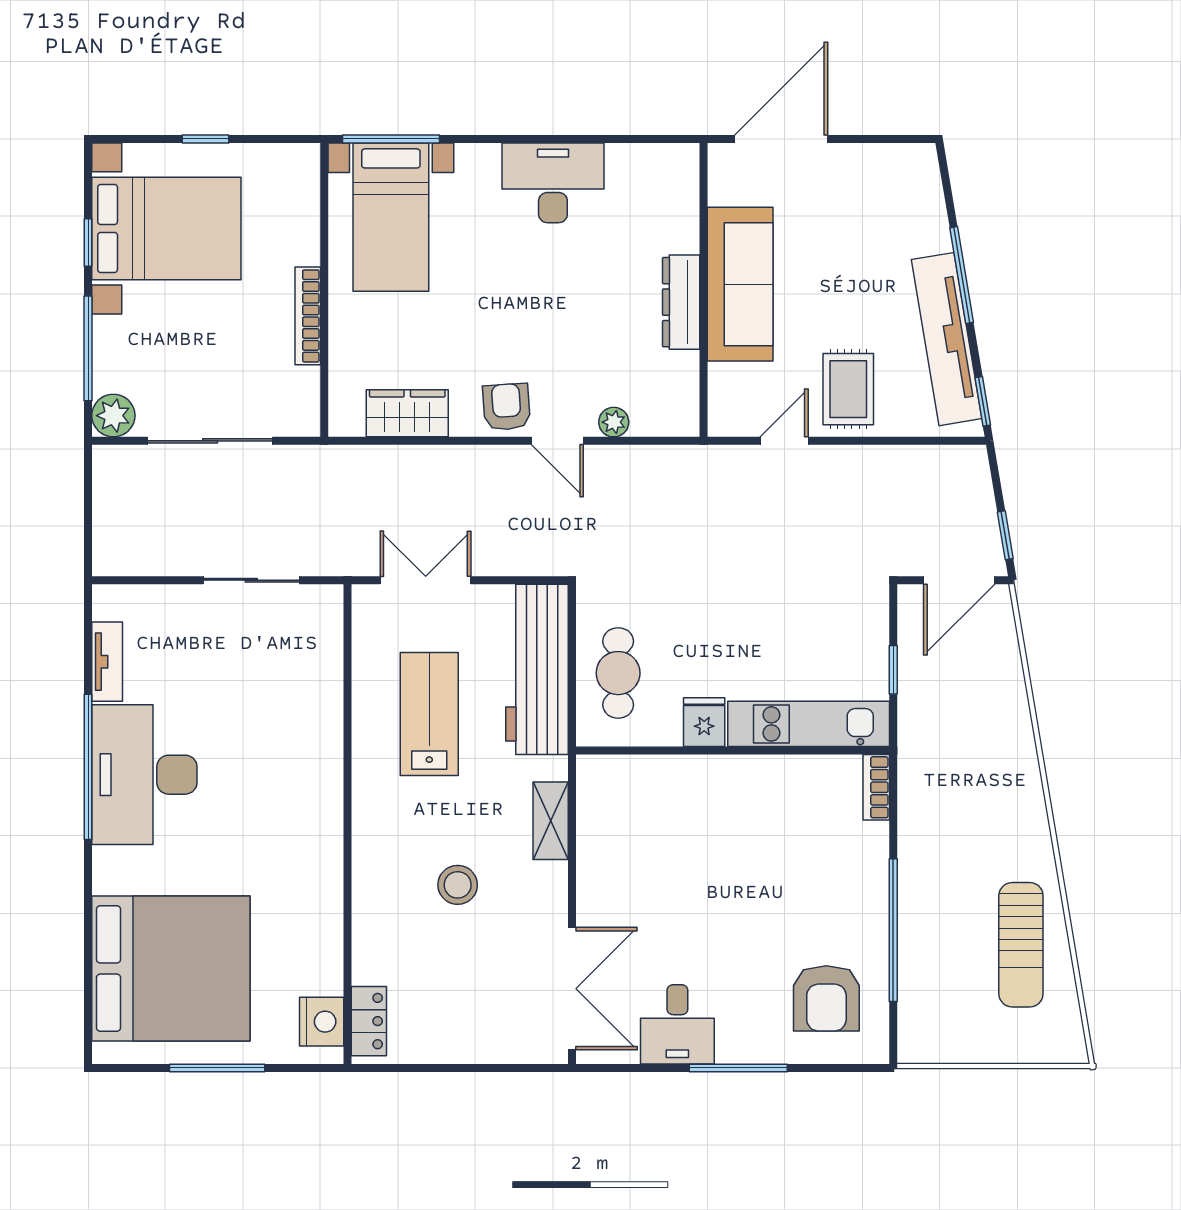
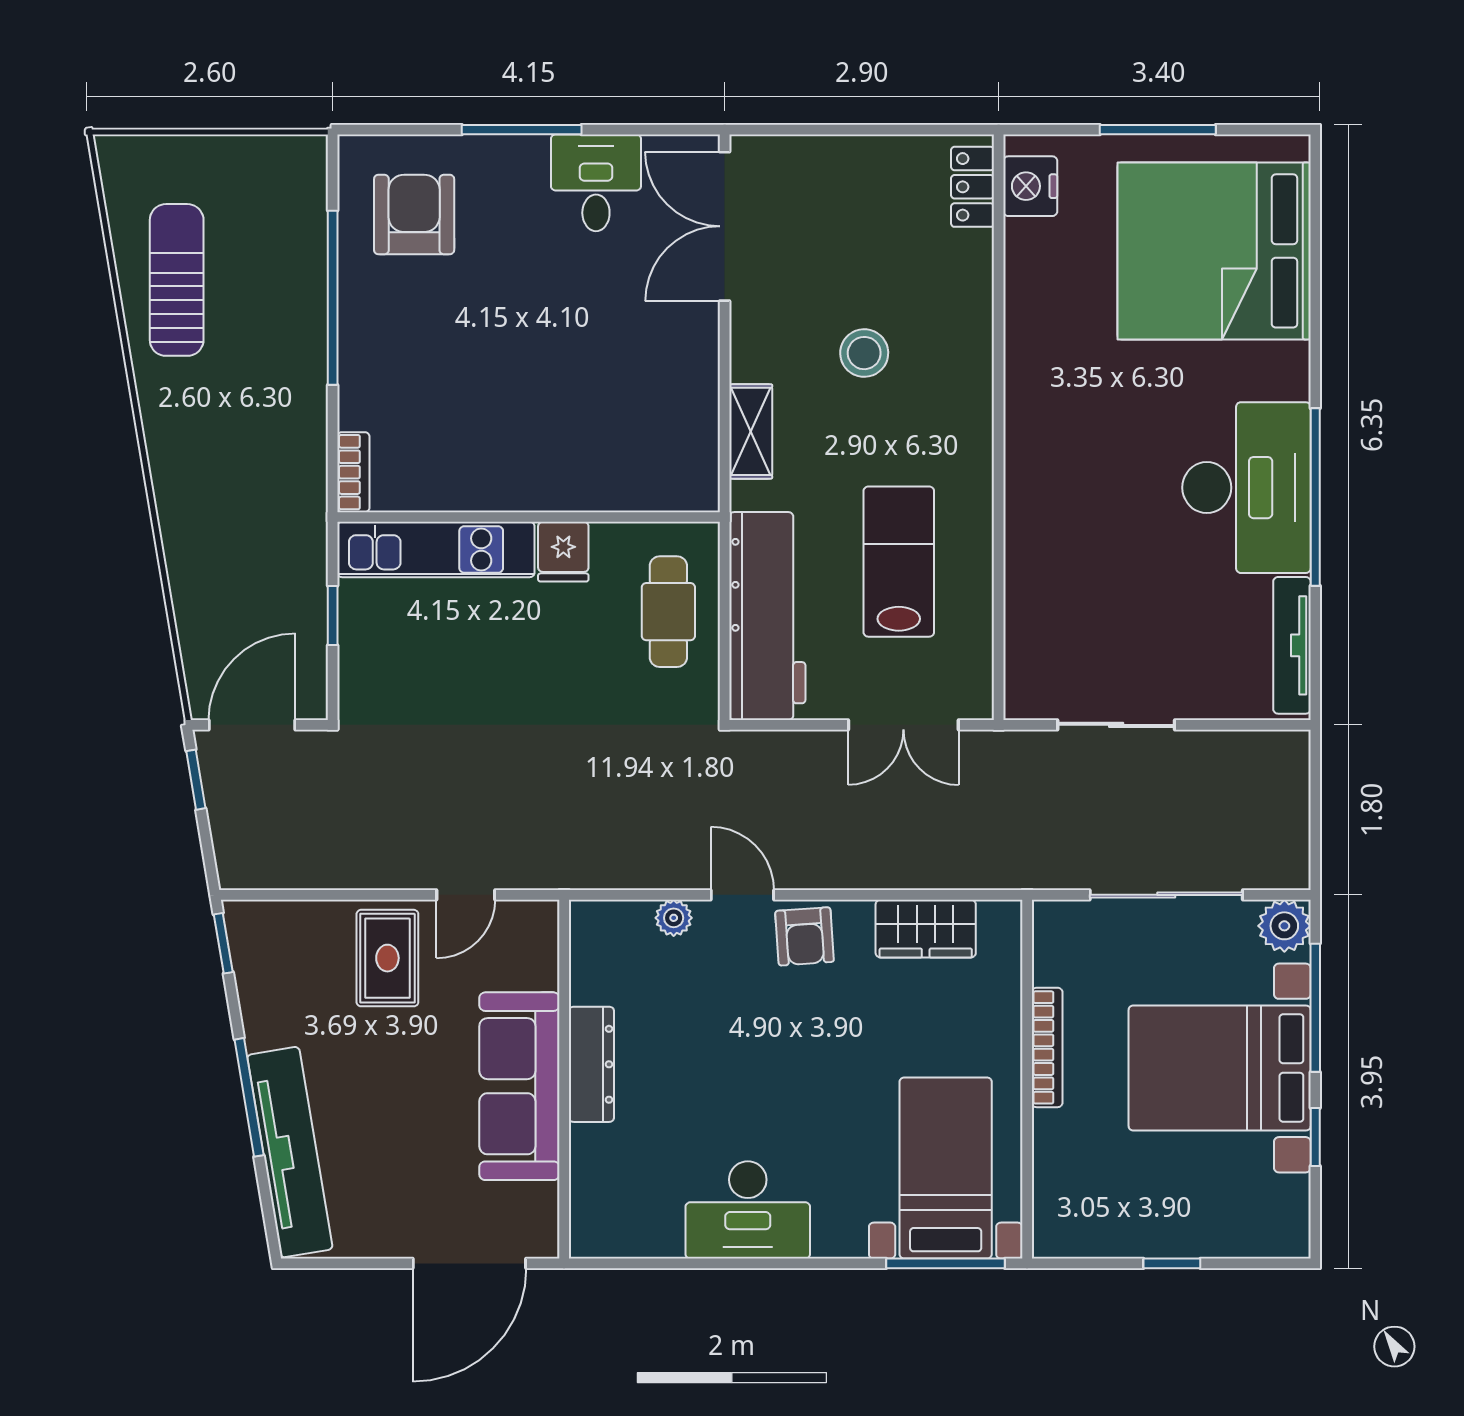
bed with nightstands: (166, 228) -> (1220, 1068), moved
tv unit: (947, 339) -> (290, 1152), moved
tv unit: (107, 662) -> (1292, 645), width x1.41
lab bench: (429, 714) -> (899, 562), turned 180

